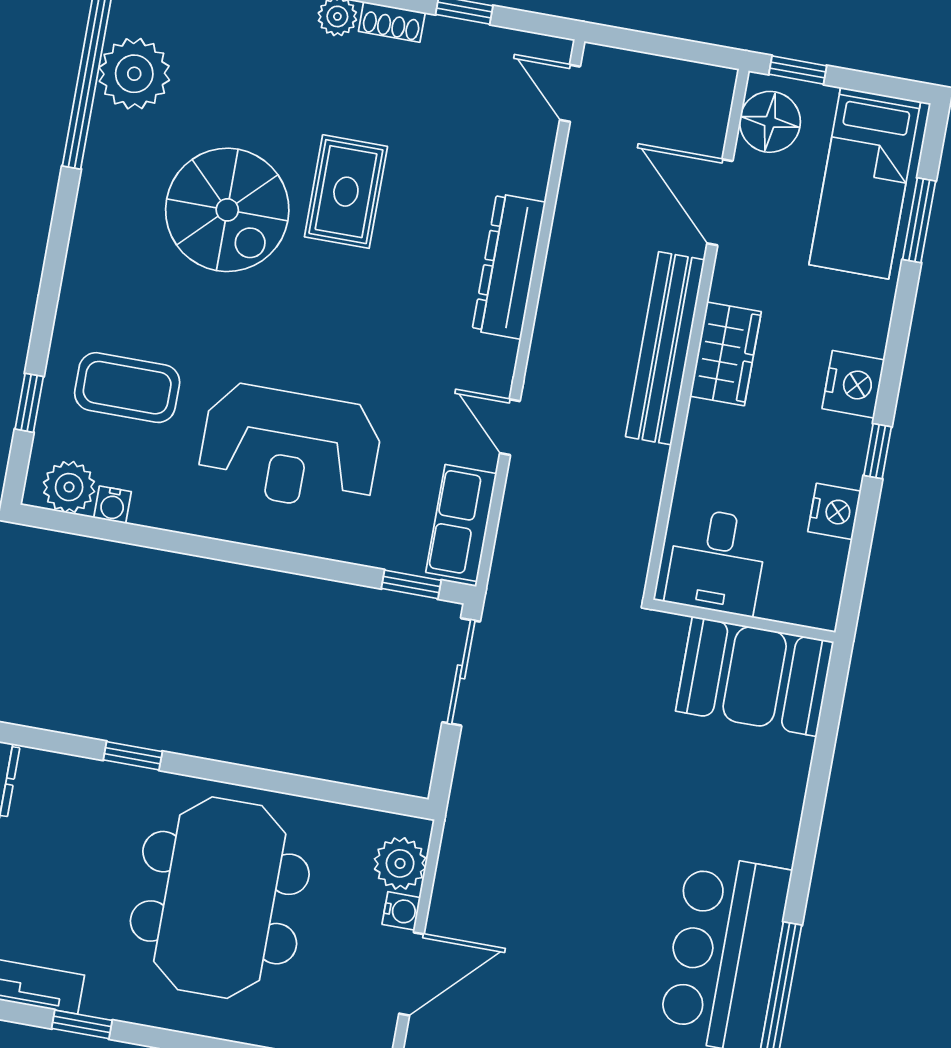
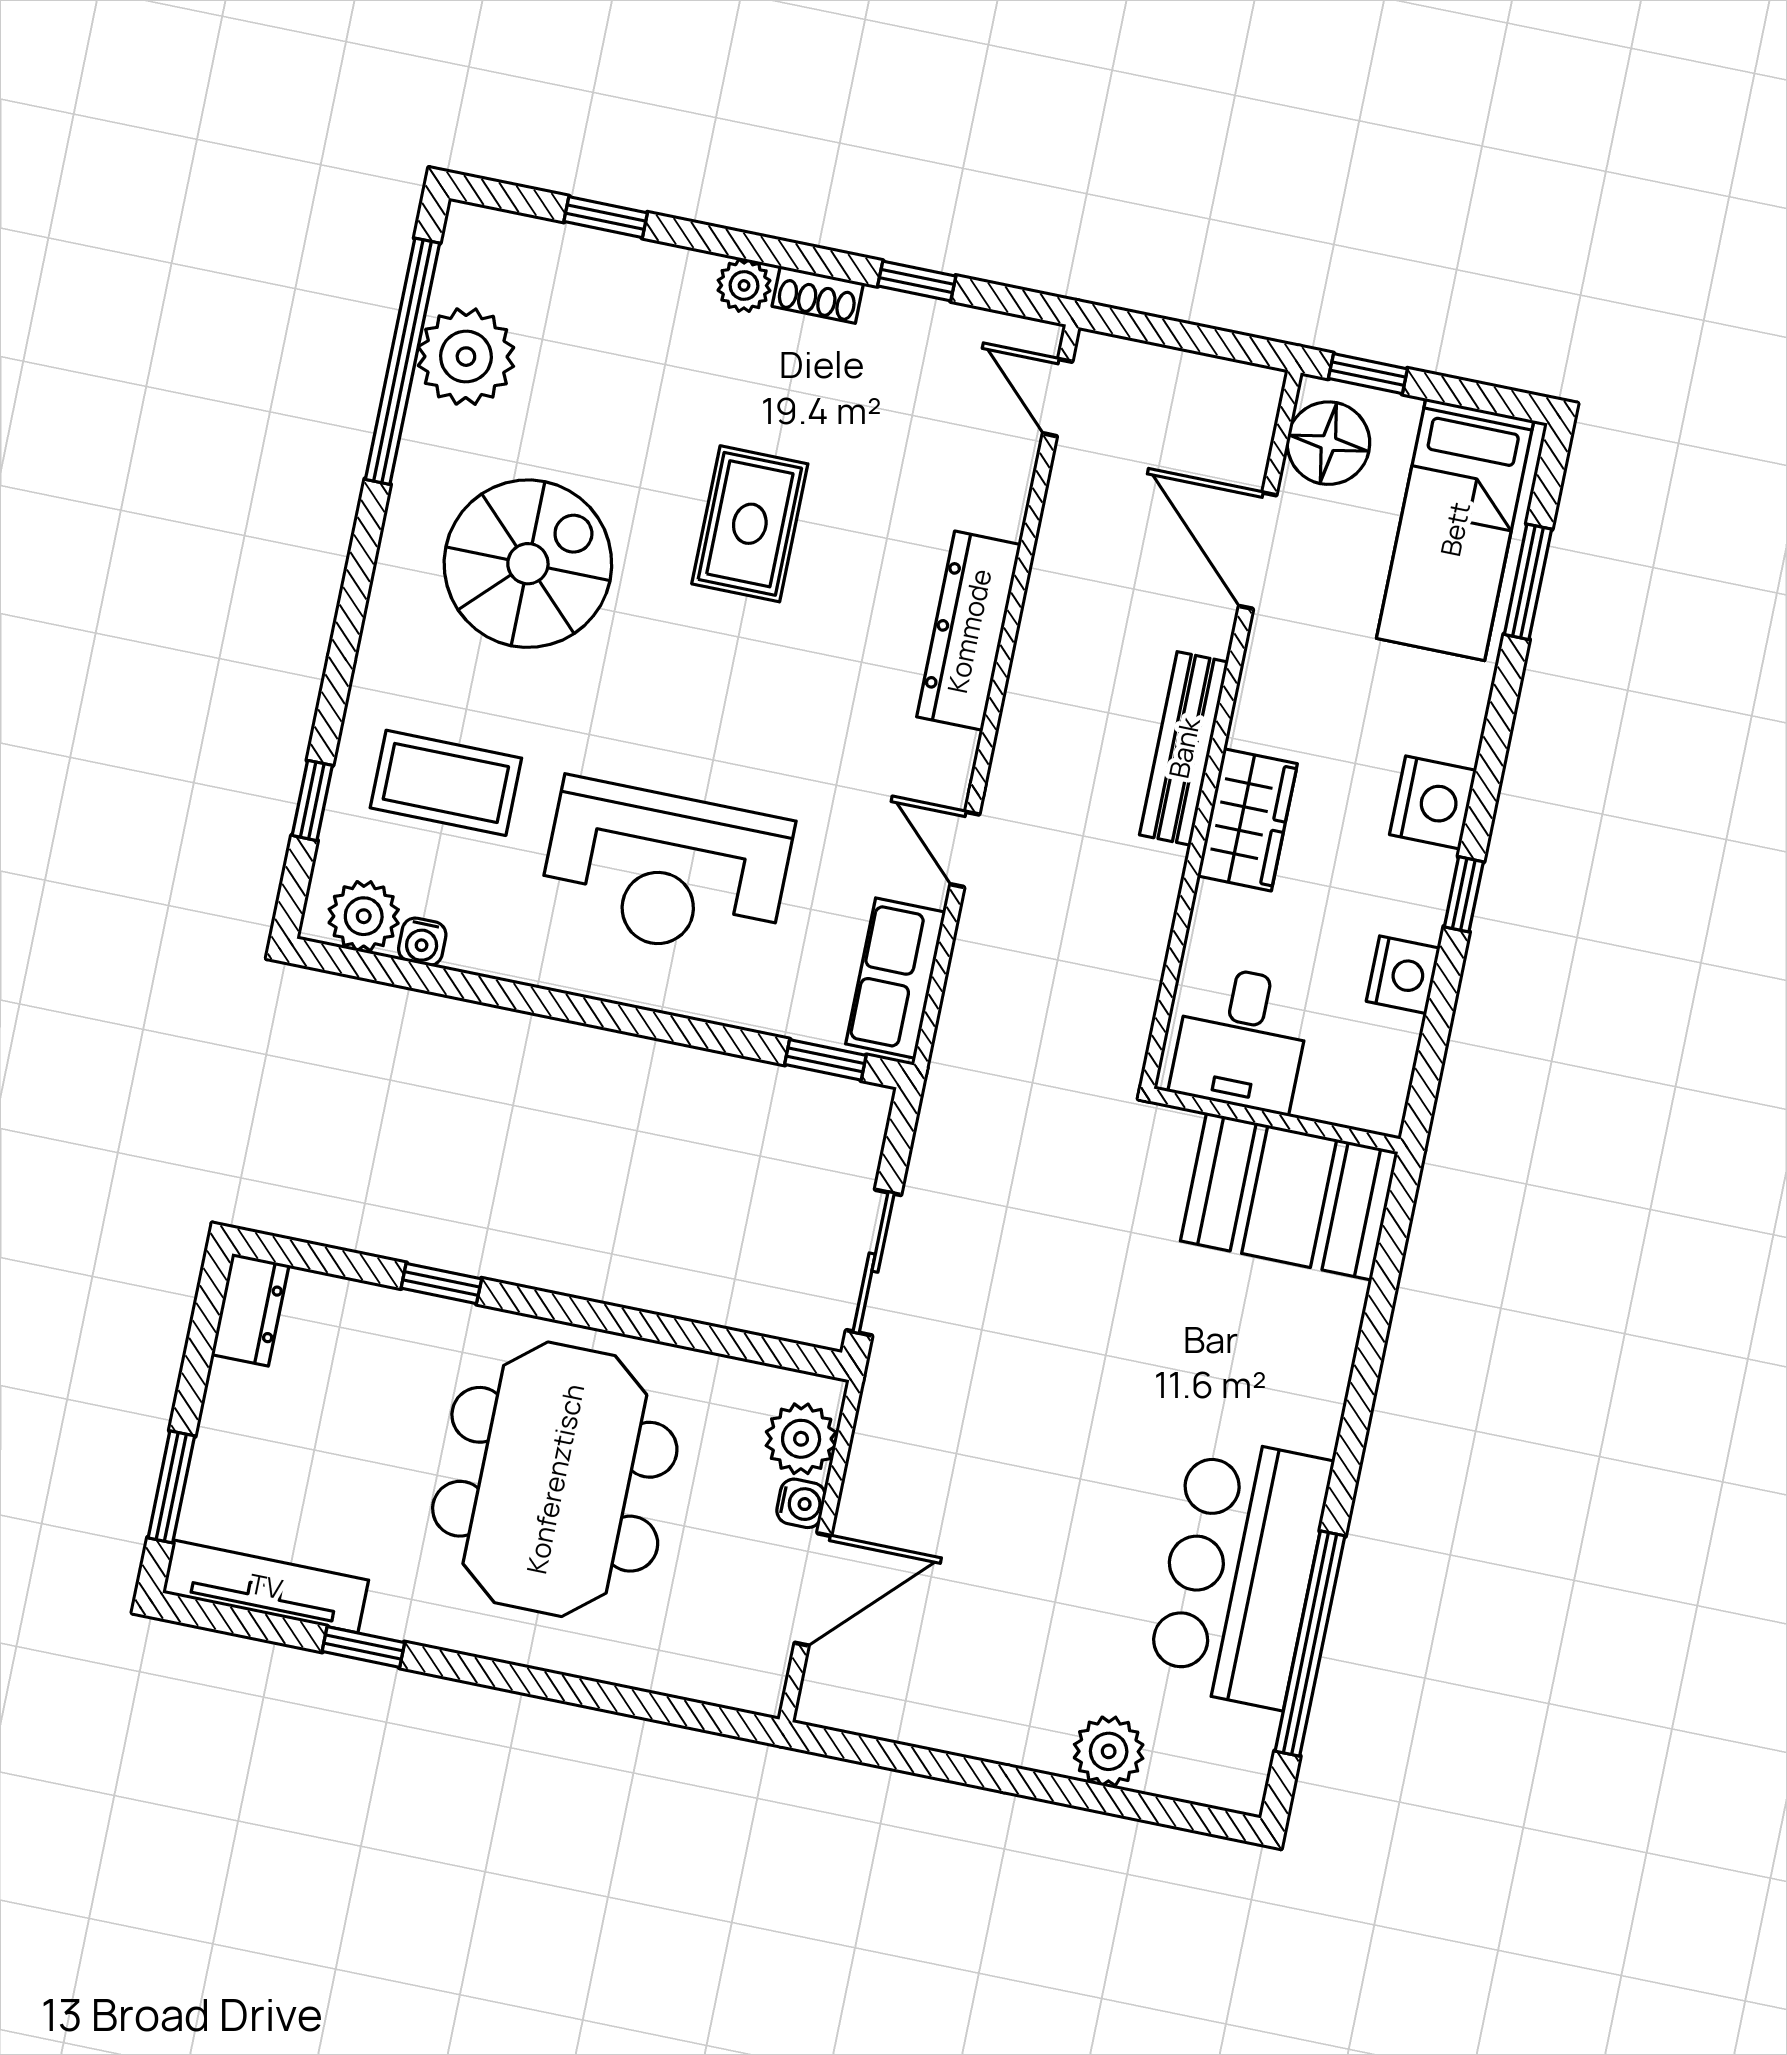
spiral stairs: (227, 210) -> (528, 564), moved, turned -90
bench: (665, 348) -> (1184, 748), width x0.73, depth x0.82
wardrobe: (725, 354) -> (1247, 820), moved
sliding door: (461, 672) -> (874, 1263), moved

